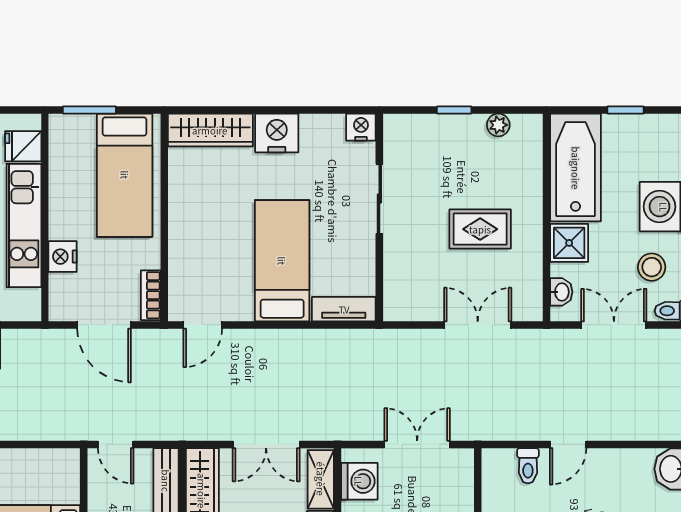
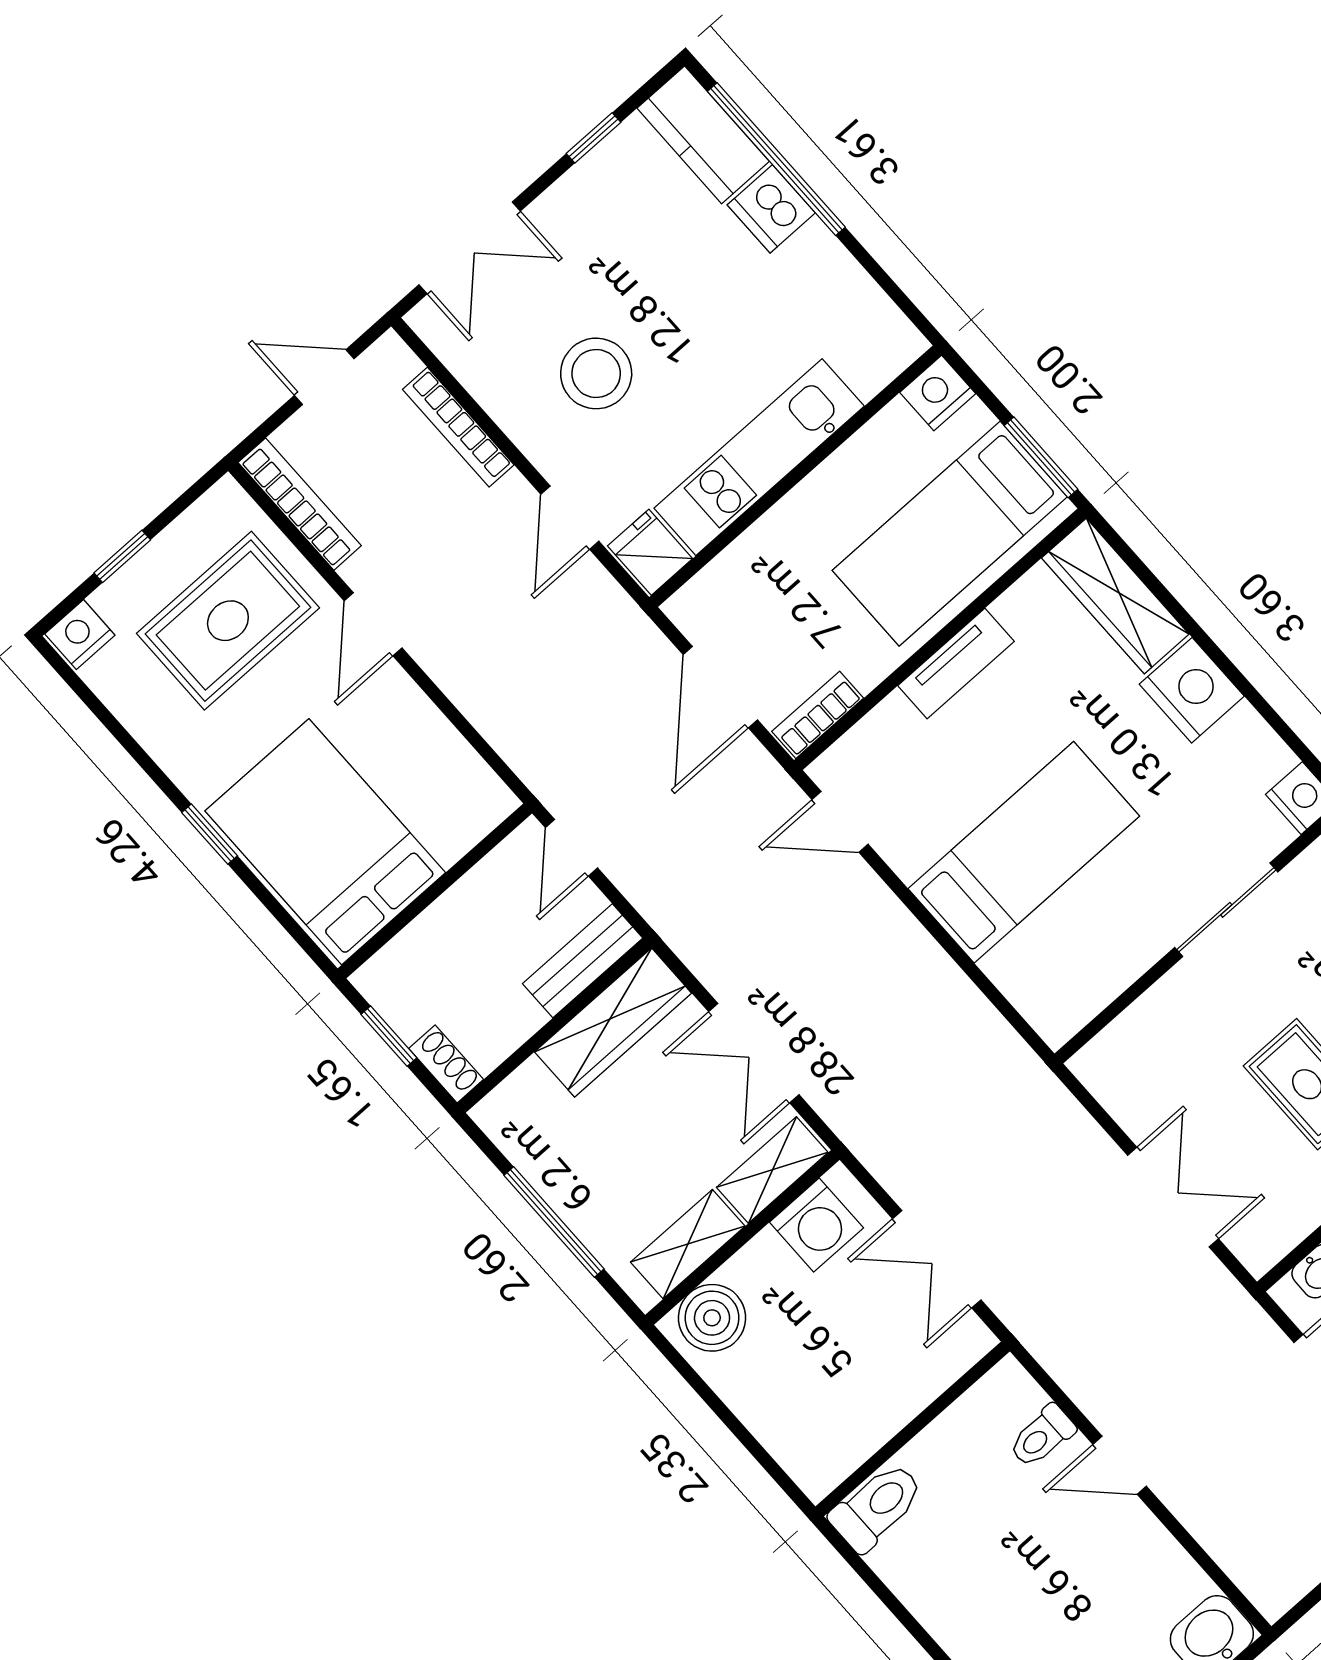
window: (89, 110) -> (1041, 457), moved
fridge: (23, 146) -> (650, 552), moved
nightstand: (63, 257) -> (938, 393), moved
tv unit: (344, 309) -> (956, 664), moved, turned 90
double door: (417, 444) -> (937, 1259), swing flipped

